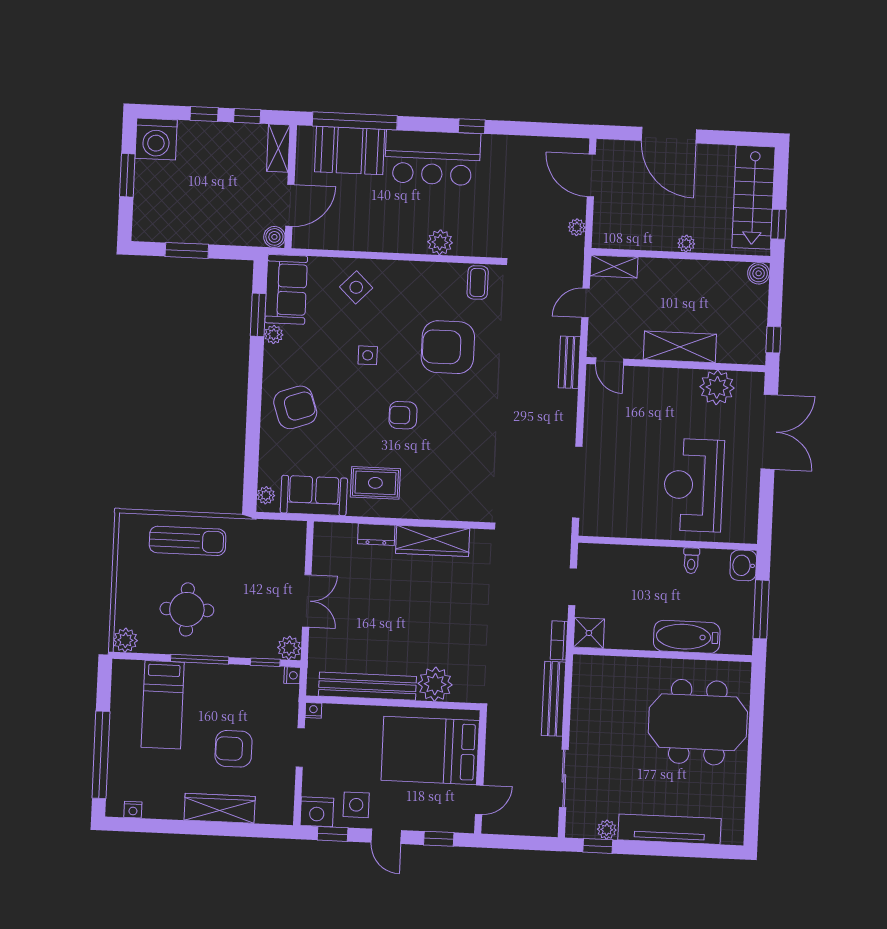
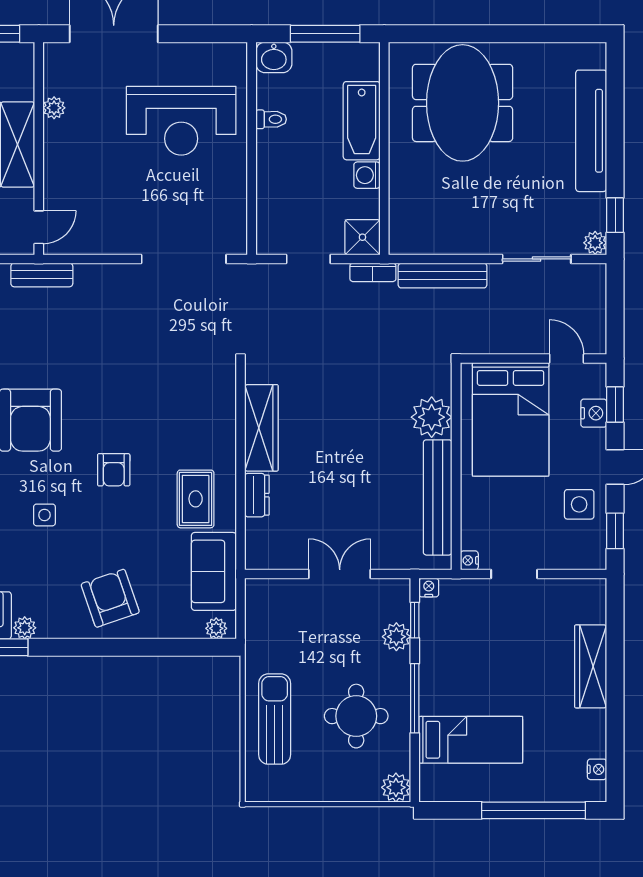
plant: (717, 387) -> (54, 108), width x0.53, depth x0.53
washing machine: (641, 639) -> (367, 175), added
plant: (289, 648) -> (396, 637), moved
armchair: (234, 749) -> (519, 653), removed
nightstand: (317, 812) -> (594, 413), moved, width x0.74, depth x0.75
plant: (607, 830) -> (595, 243), moved

